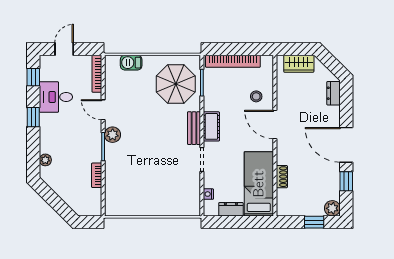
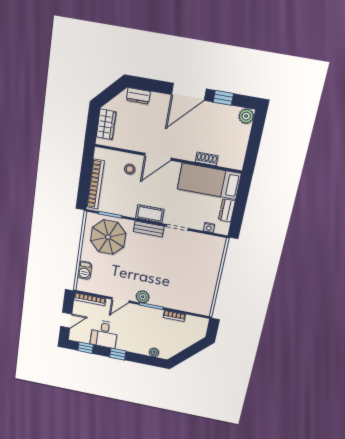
door: (64, 49) -> (66, 320), swing flipped
window: (314, 222) -> (255, 136), removed

